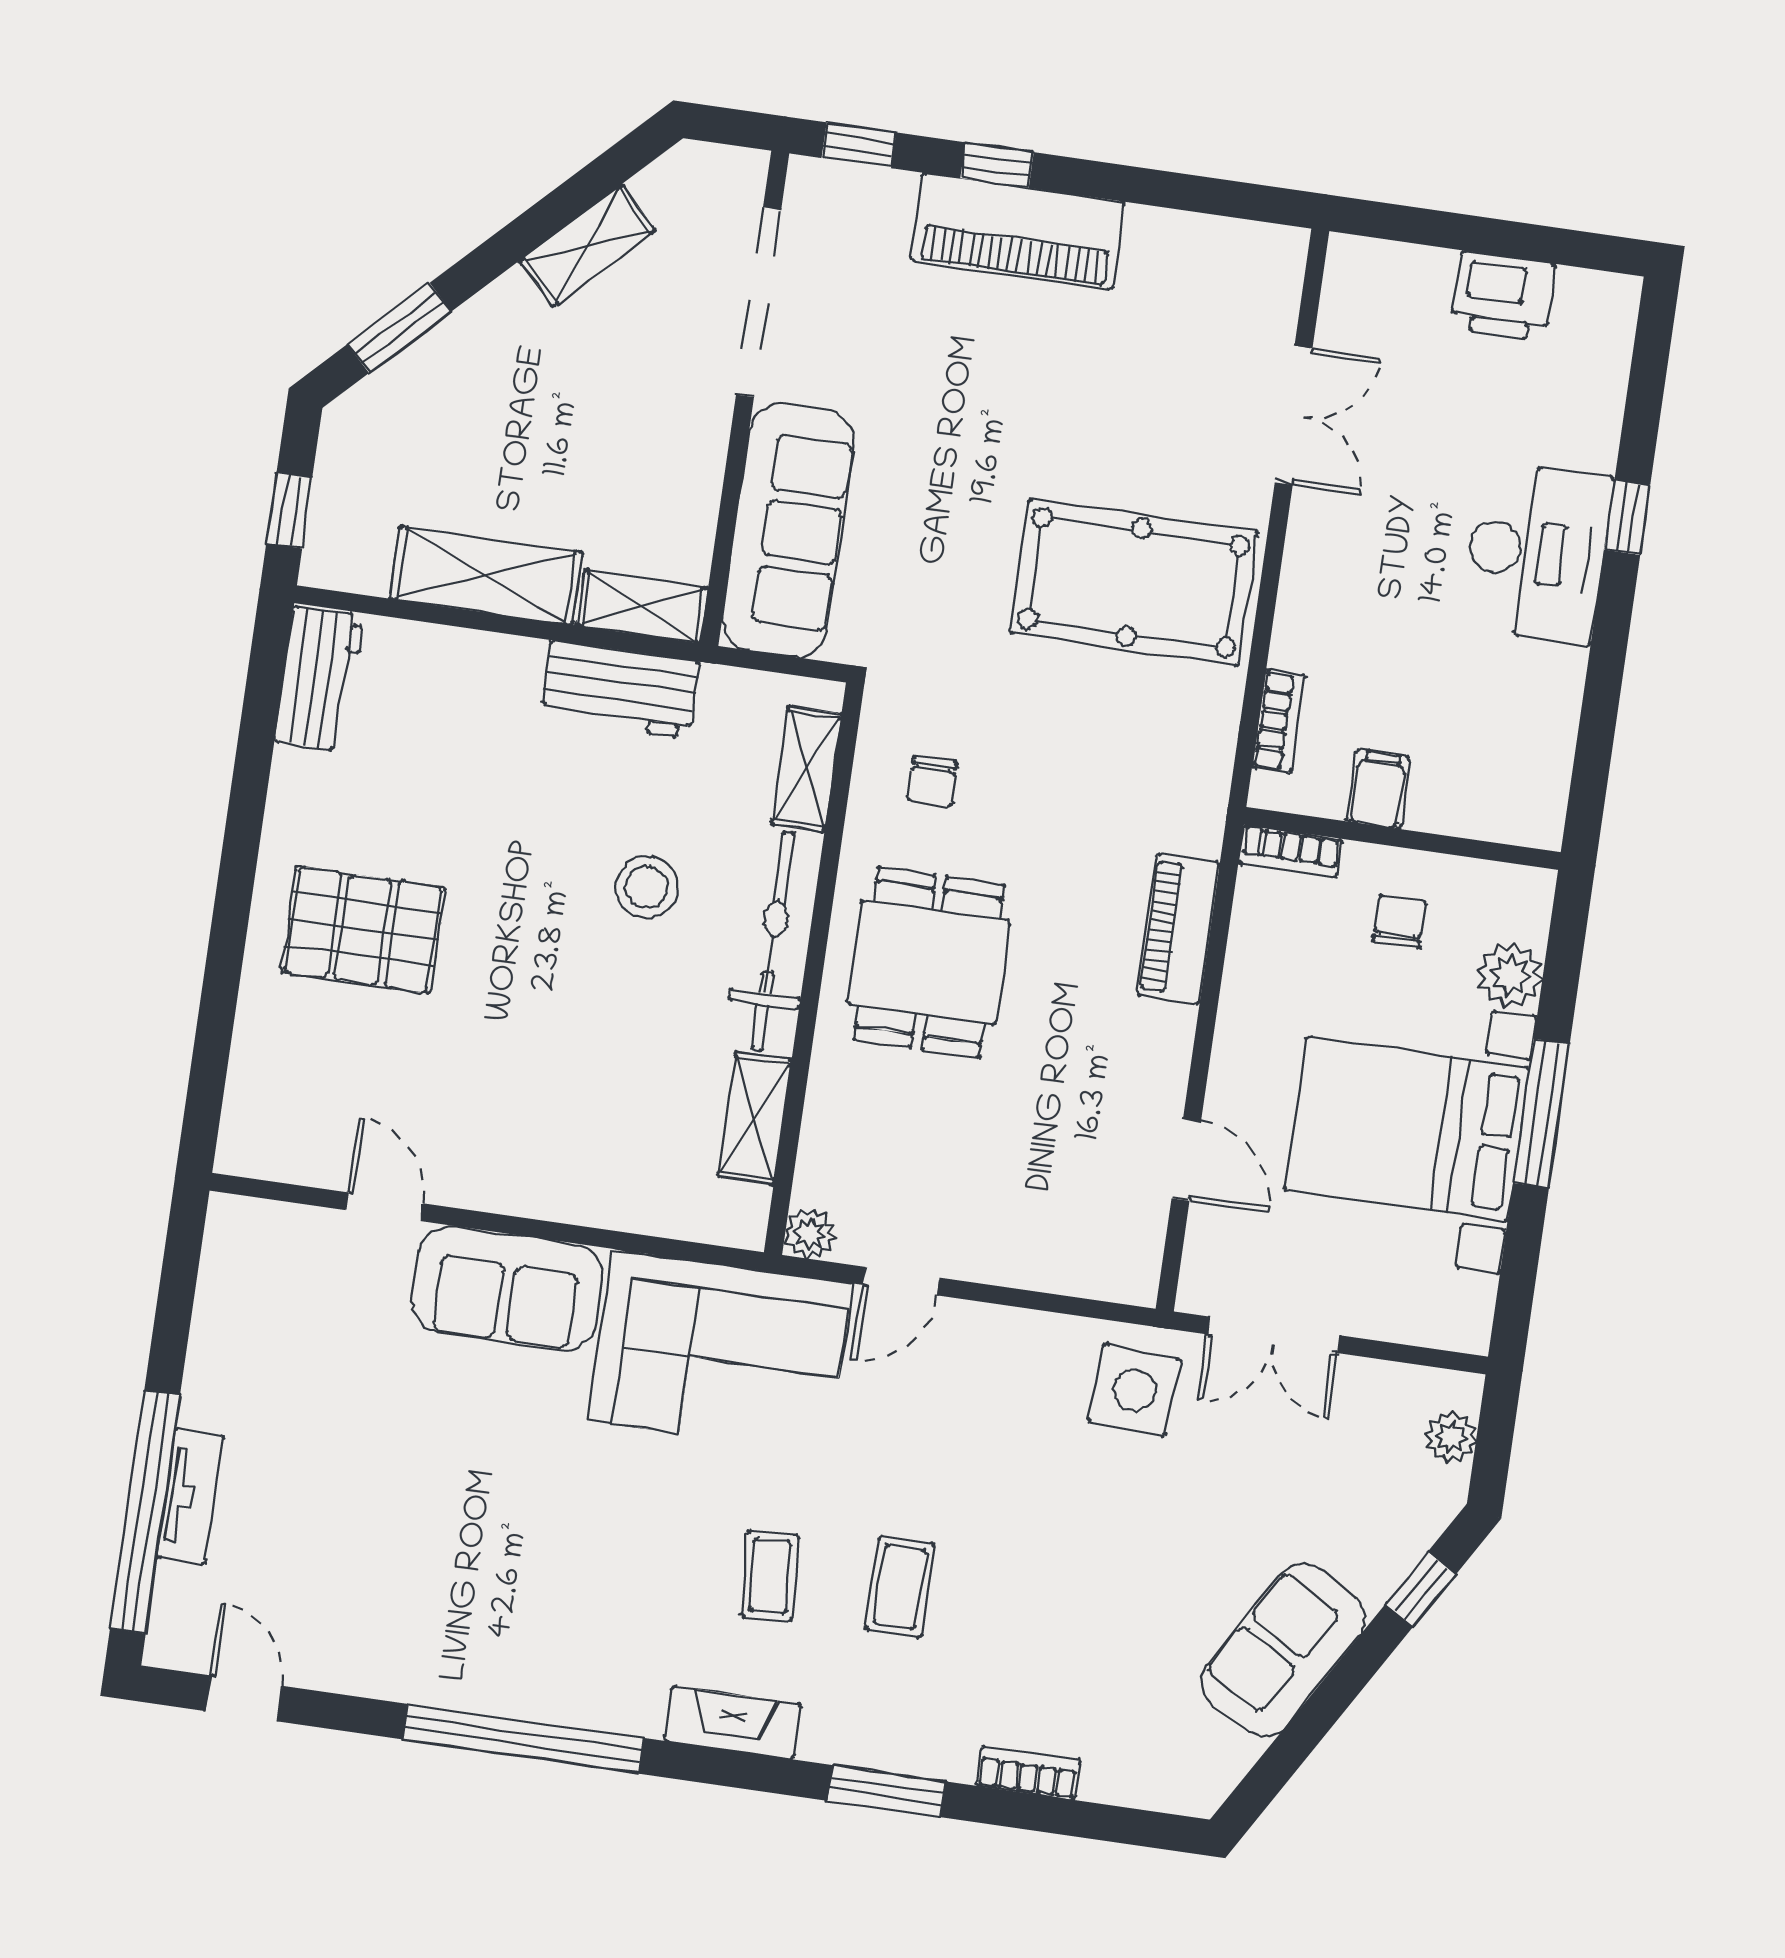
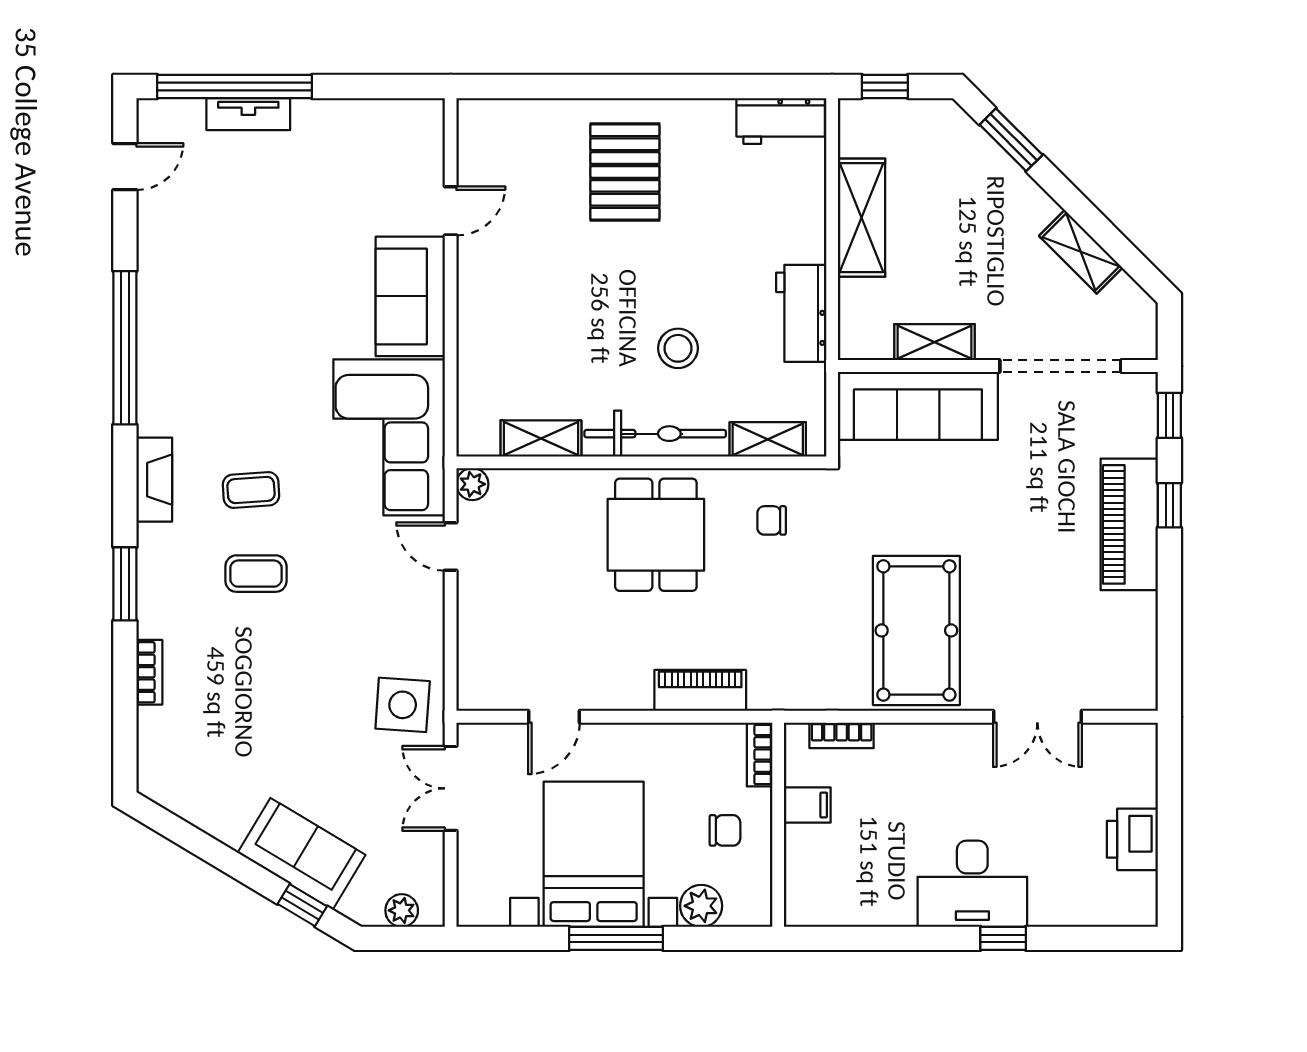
shelving: (642, 607) -> (934, 342), moved, turned 90
dining table: (929, 962) -> (656, 535), turned 90
sofa: (1283, 1650) -> (301, 854), moved

